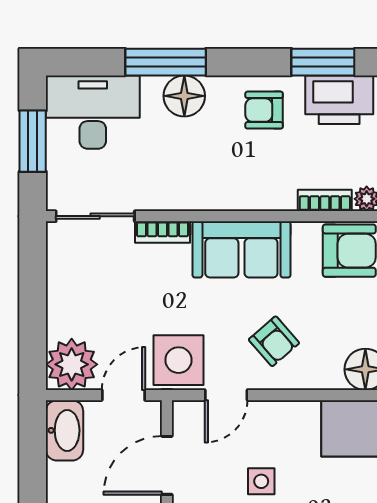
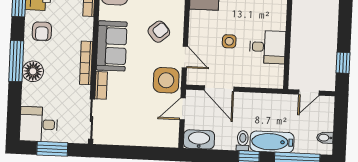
window: (166, 62) -> (16, 61), moved
desk: (93, 112) -> (39, 124), width x0.73
bookcase: (206, 200) -> (86, 63), added
plant: (72, 364) -> (166, 134), removed
door: (123, 395) -> (183, 109), hinge flipped

